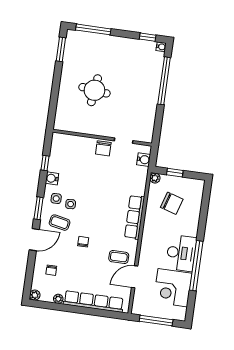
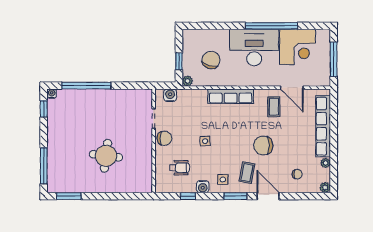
wheelchair: (73, 159) -> (179, 168), added
side table: (71, 204) -> (205, 141), moved
chair: (83, 242) -> (263, 146), width x1.87, depth x1.87
desk: (181, 253) -> (254, 47), width x1.36, depth x1.30

